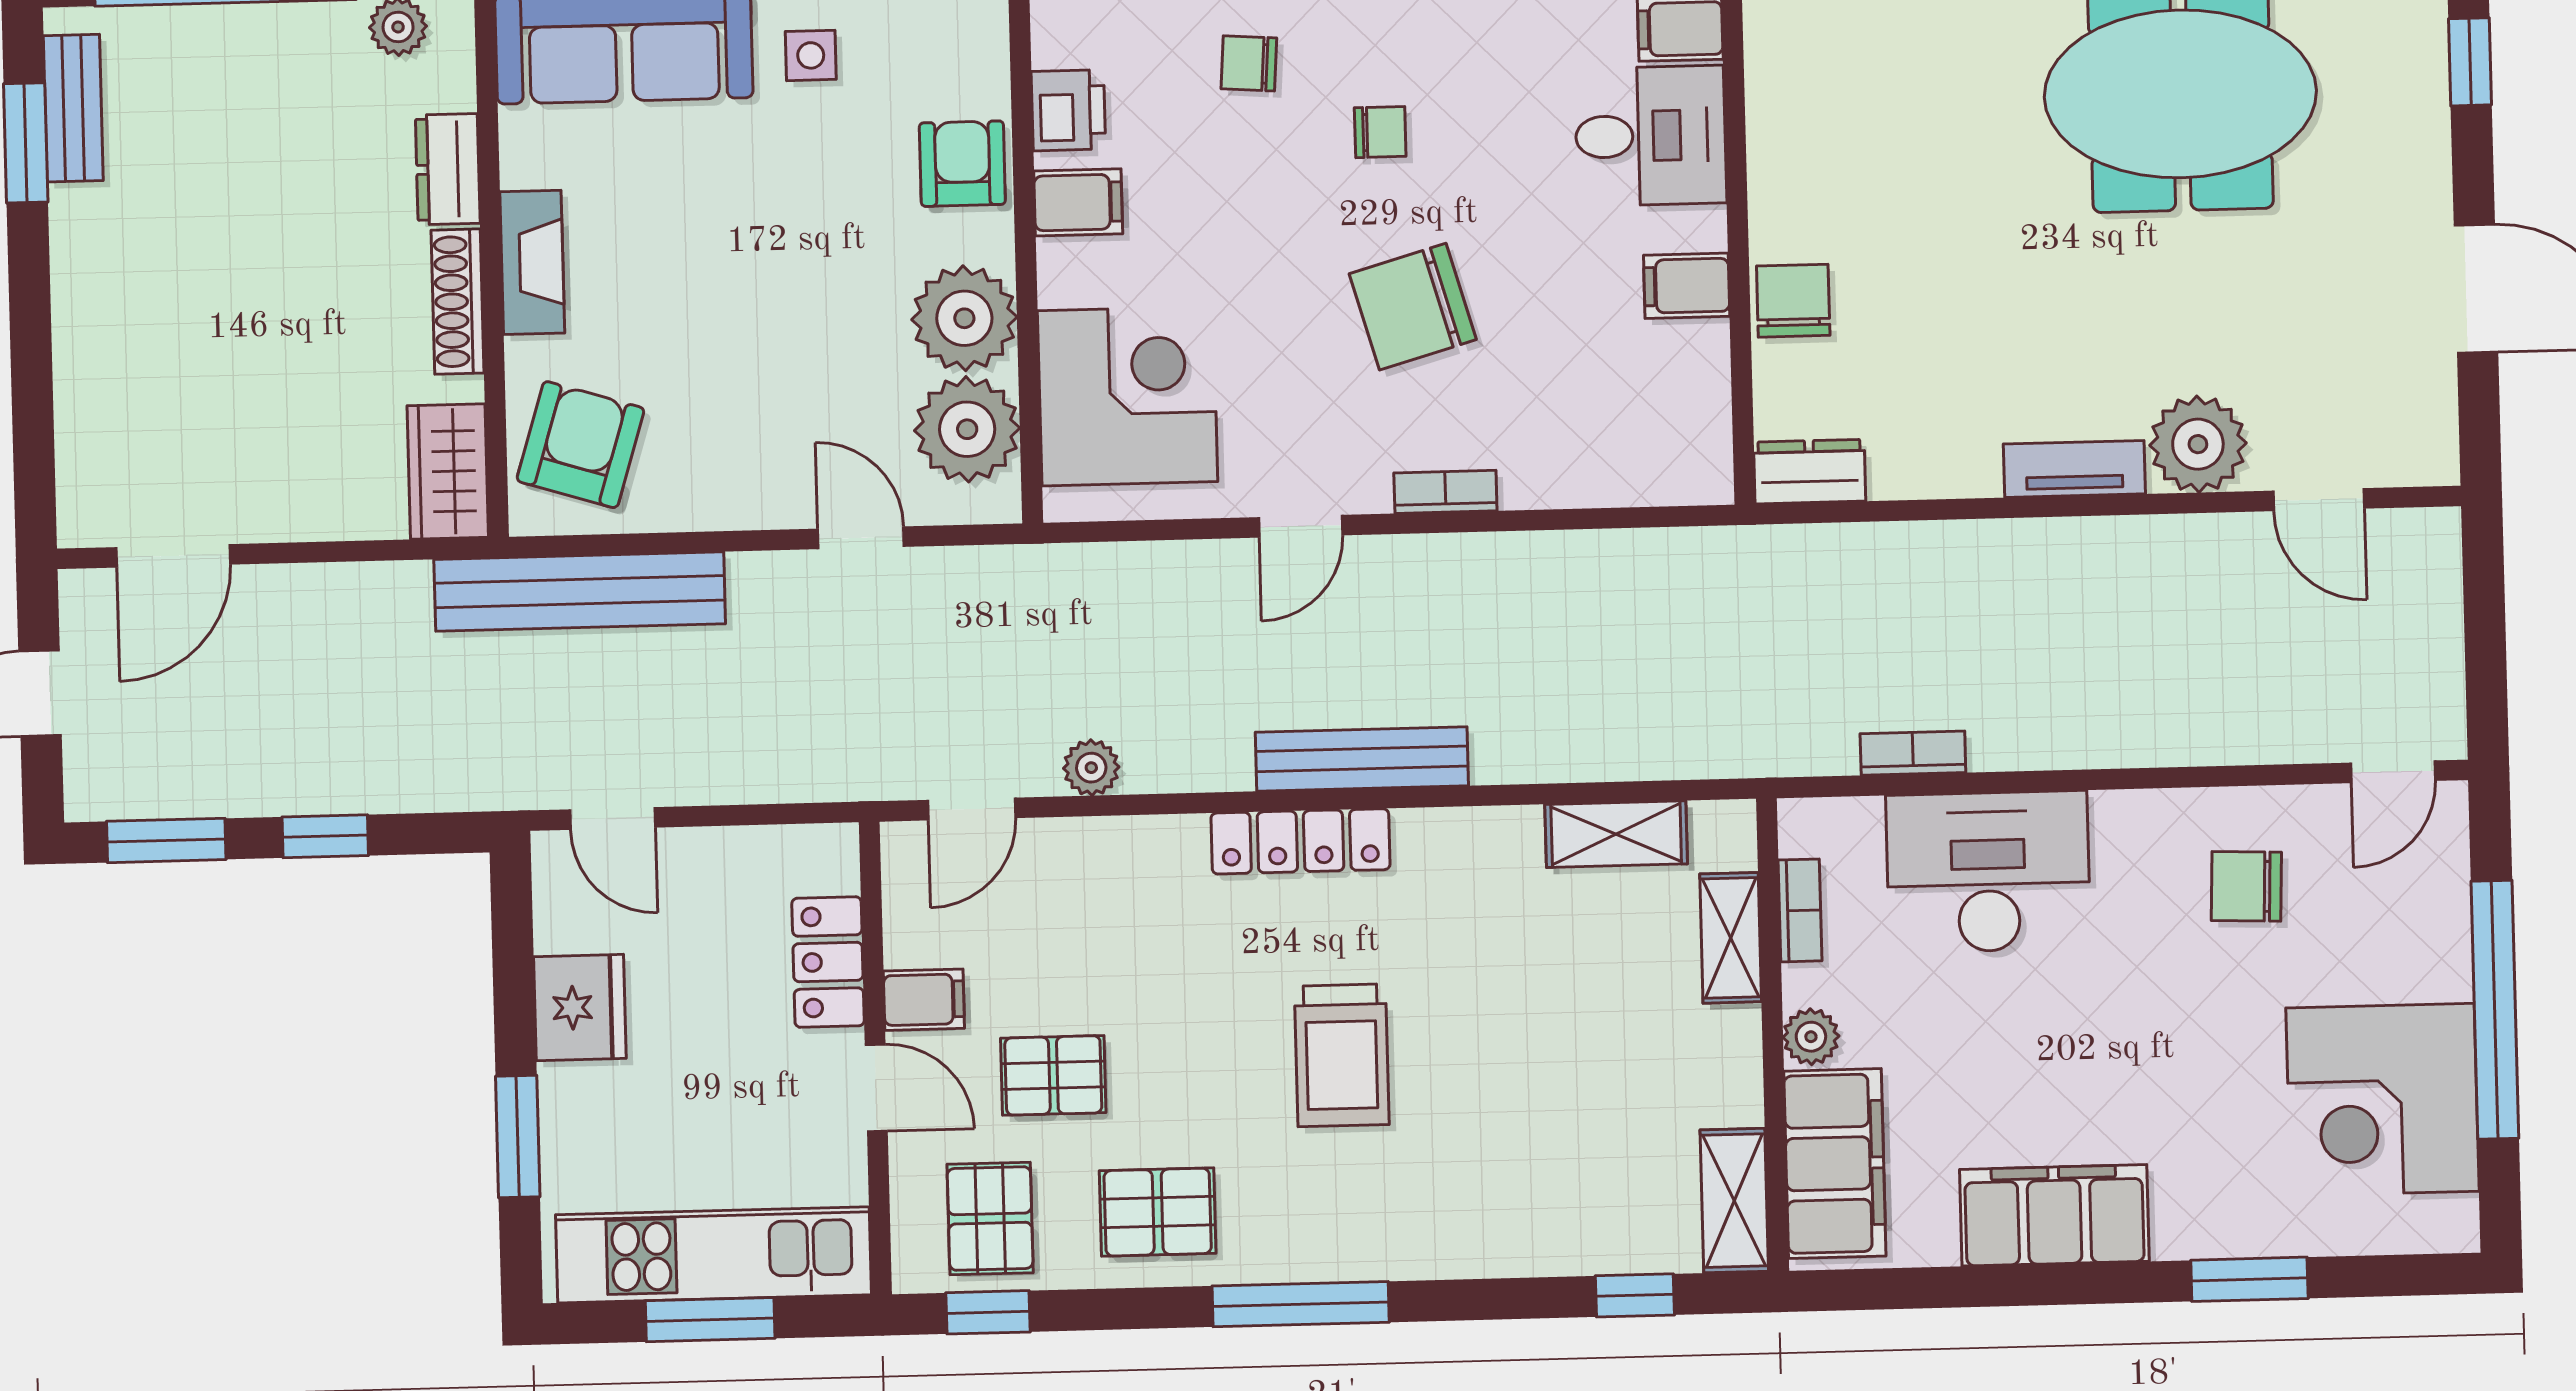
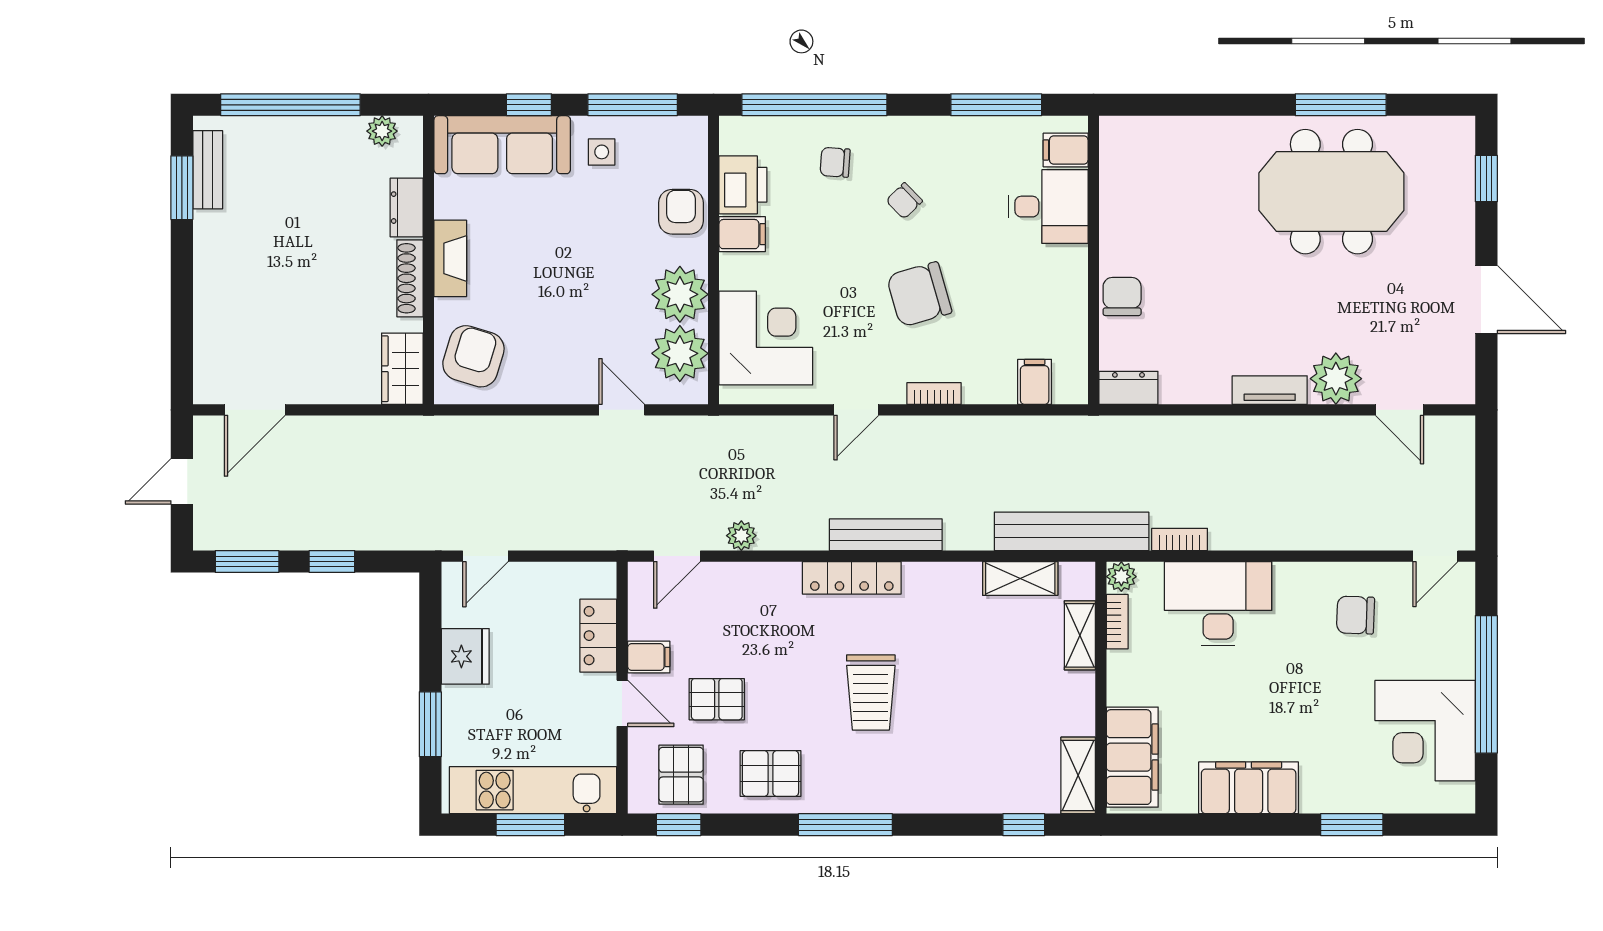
printer: (1068, 110) -> (743, 185), width x1.36, depth x1.24
chair: (1380, 132) -> (904, 201), turned 136
filing cabinet: (1687, 286) -> (1035, 382), moved, turned 90
bench: (580, 592) -> (1072, 531), moved
door: (613, 818) -> (485, 556), hinge flipped
plant: (1811, 1037) -> (1121, 577), moved

